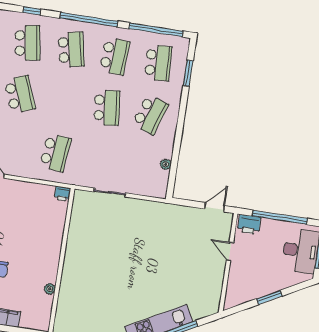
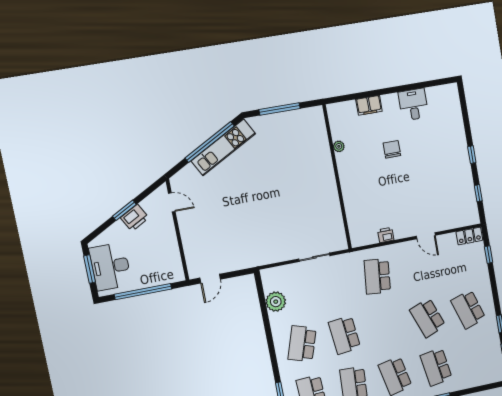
plant: (166, 164) -> (276, 302), width x1.87, depth x1.87
printer: (62, 194) -> (386, 235), moved
printer: (249, 224) -> (135, 218), moved, turned 152
door: (230, 252) -> (172, 202), moved

